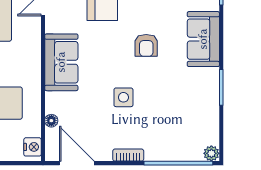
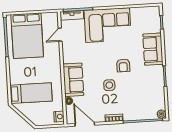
armchair: (146, 45) -> (123, 65), moved
sofa: (61, 62) -> (73, 80), moved

